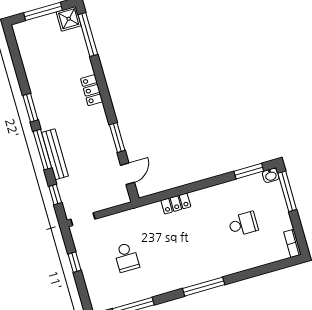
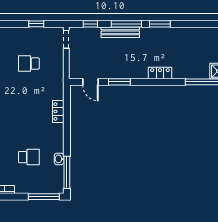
window: (249, 171) -> (67, 172), width x1.44
washbasin: (271, 175) -> (59, 159), moved
school desk: (243, 224) -> (29, 157), turned -90

